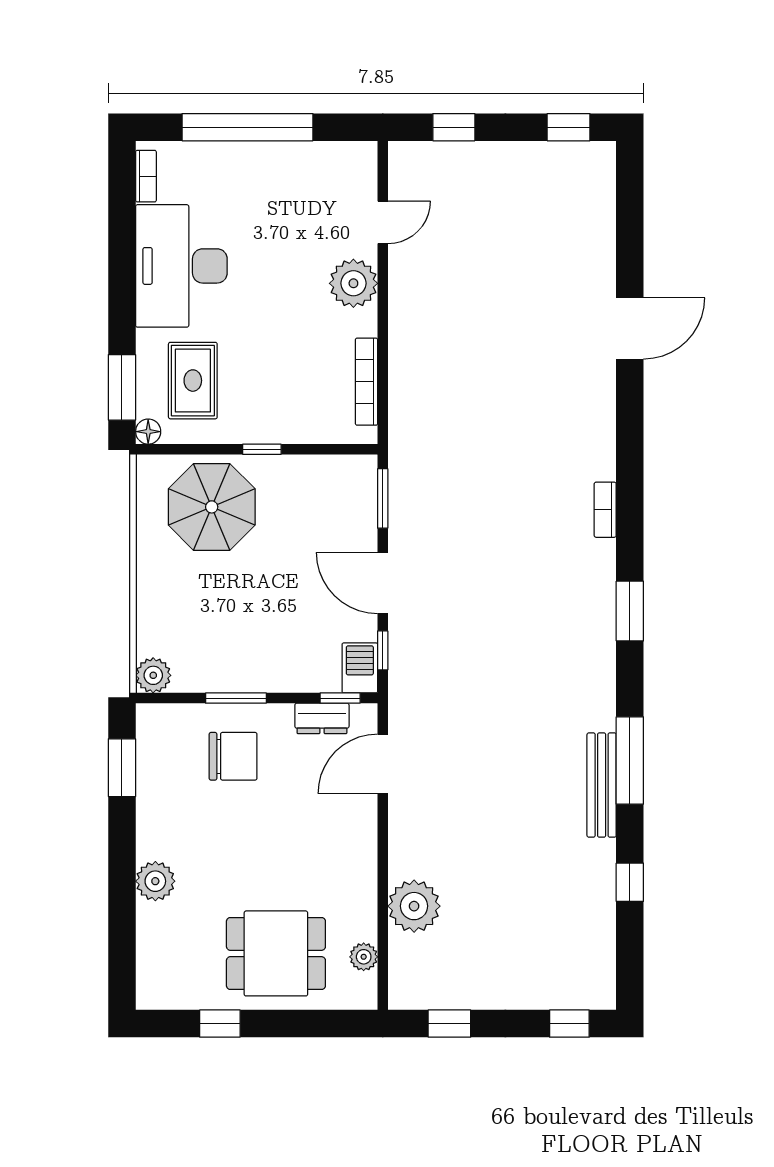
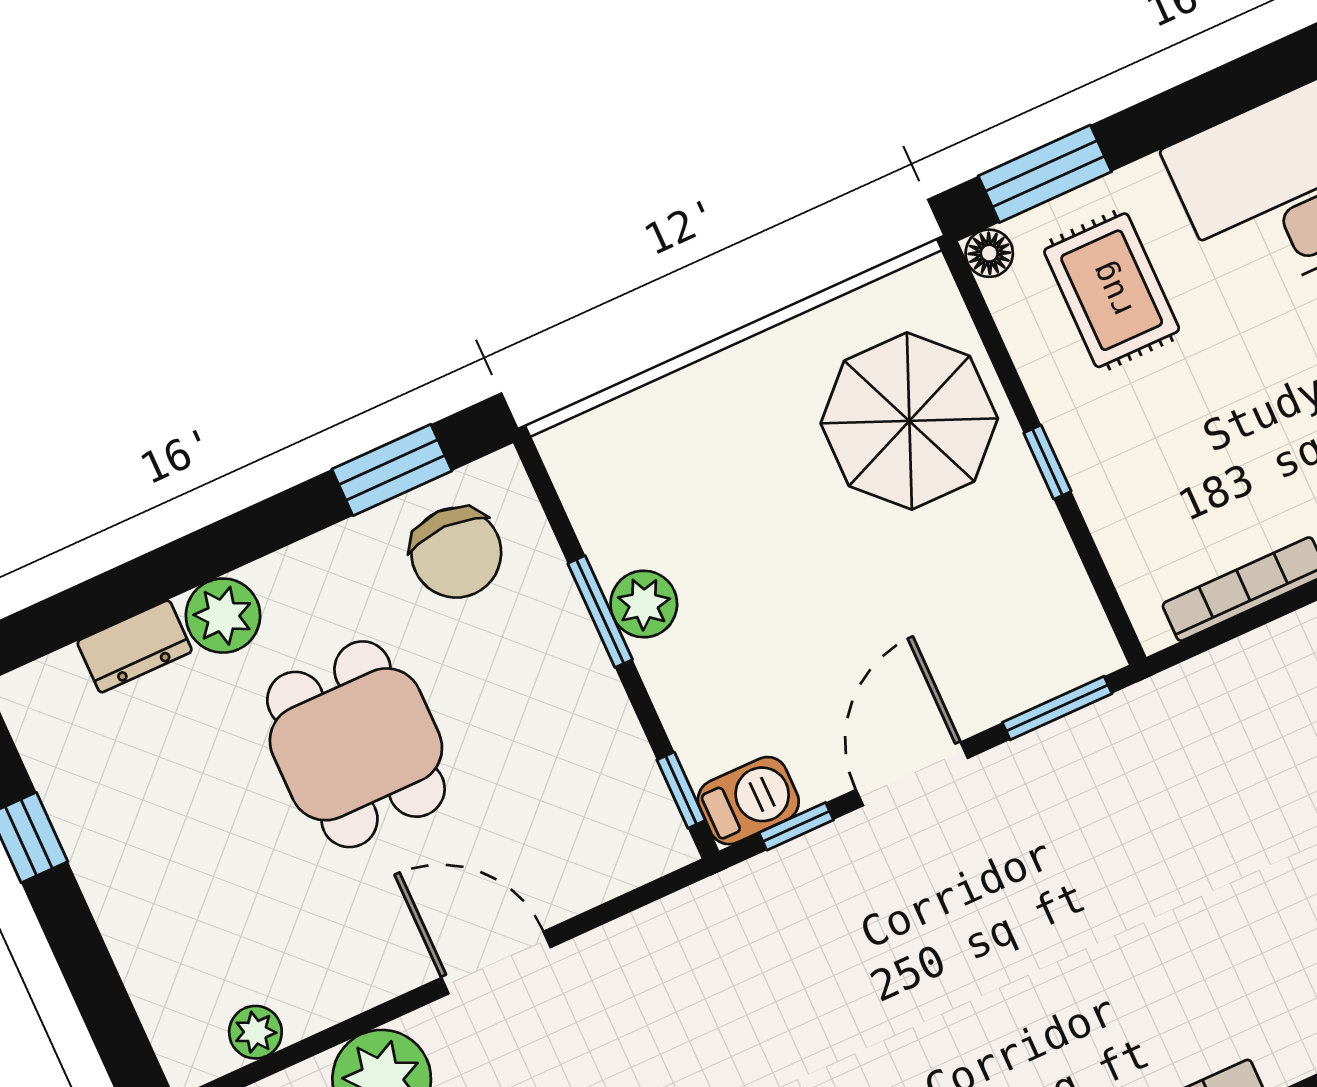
rug: (193, 381) -> (1112, 290), turned 90
plant: (153, 675) -> (644, 604), moved
dresser: (322, 718) -> (135, 646), moved, turned -90
chair: (233, 756) -> (456, 553), moved
door: (383, 764) -> (496, 963), moved
dining table: (276, 953) -> (356, 744), moved

